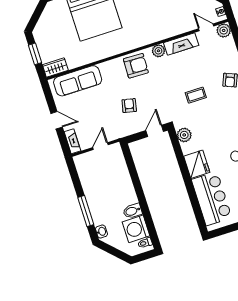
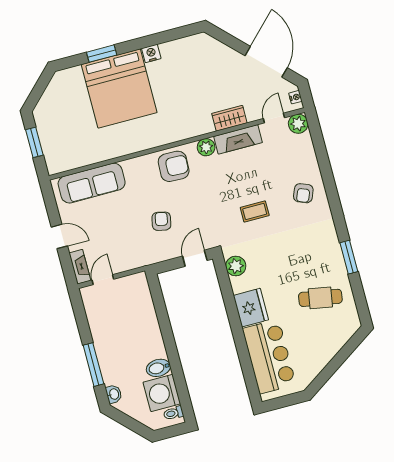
door: (206, 27) -> (274, 118), hinge flipped
wardrobe: (55, 67) -> (229, 118), moved
door: (100, 146) -> (103, 280), moved

